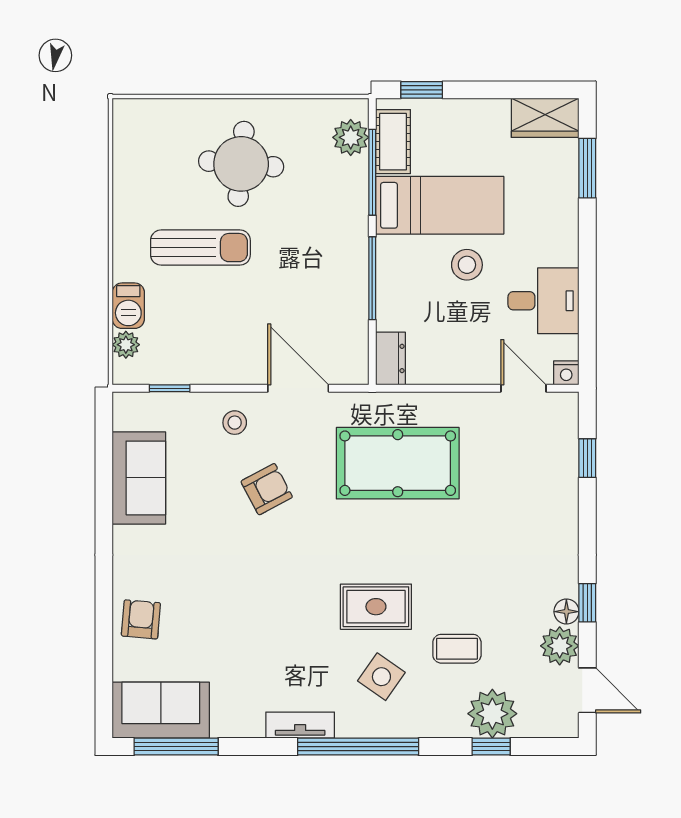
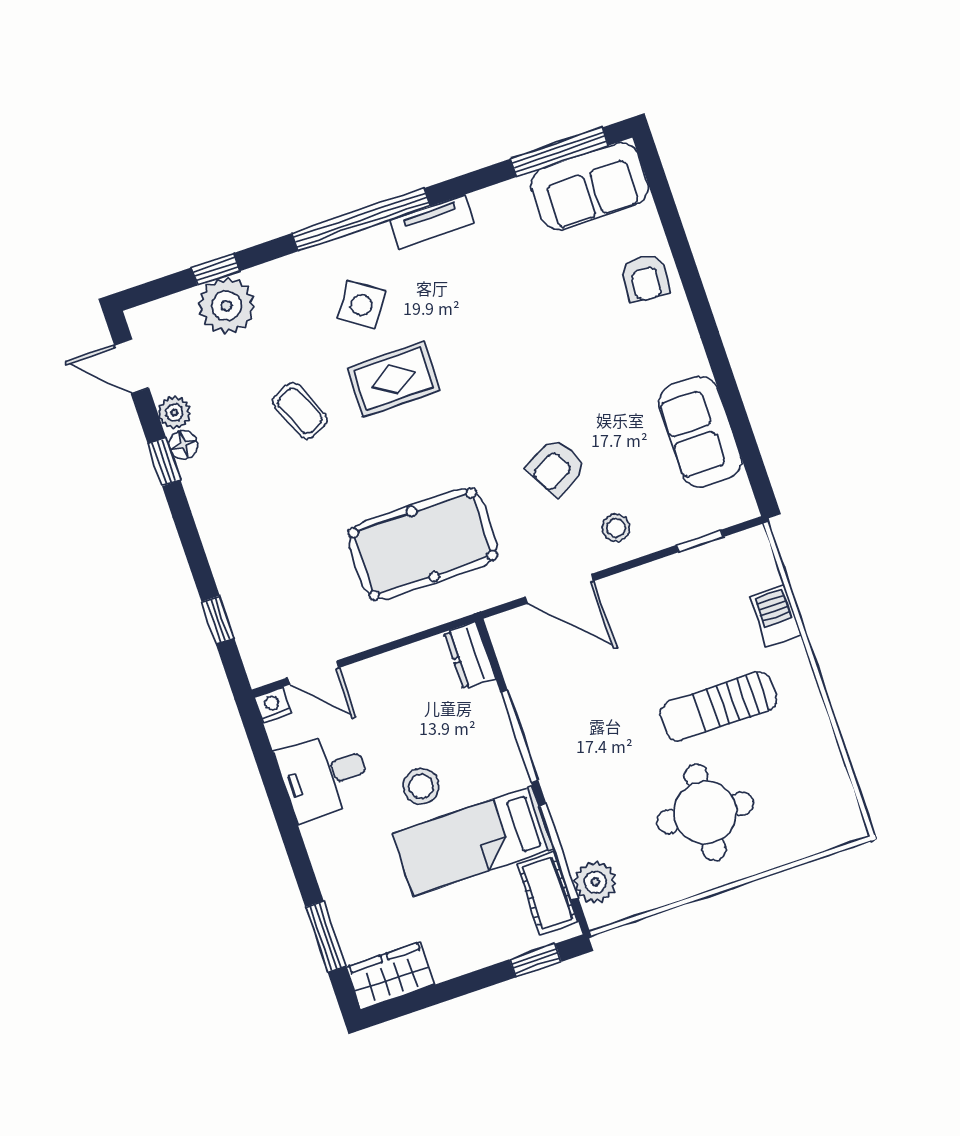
plant: (126, 345) -> (764, 572), removed
plant: (560, 646) -> (174, 412), width x0.73, depth x0.73
coffee table: (457, 649) -> (300, 411), moved, turned 66

